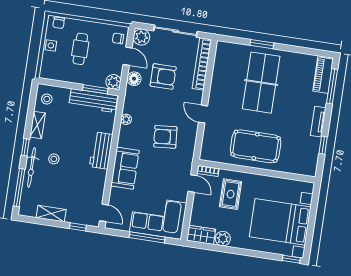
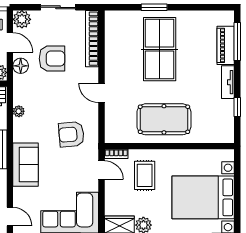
sliding door: (176, 31) -> (58, 7), width x0.73
piano: (323, 75) -> (226, 45), moved
armchair: (165, 137) -> (71, 134), moved

